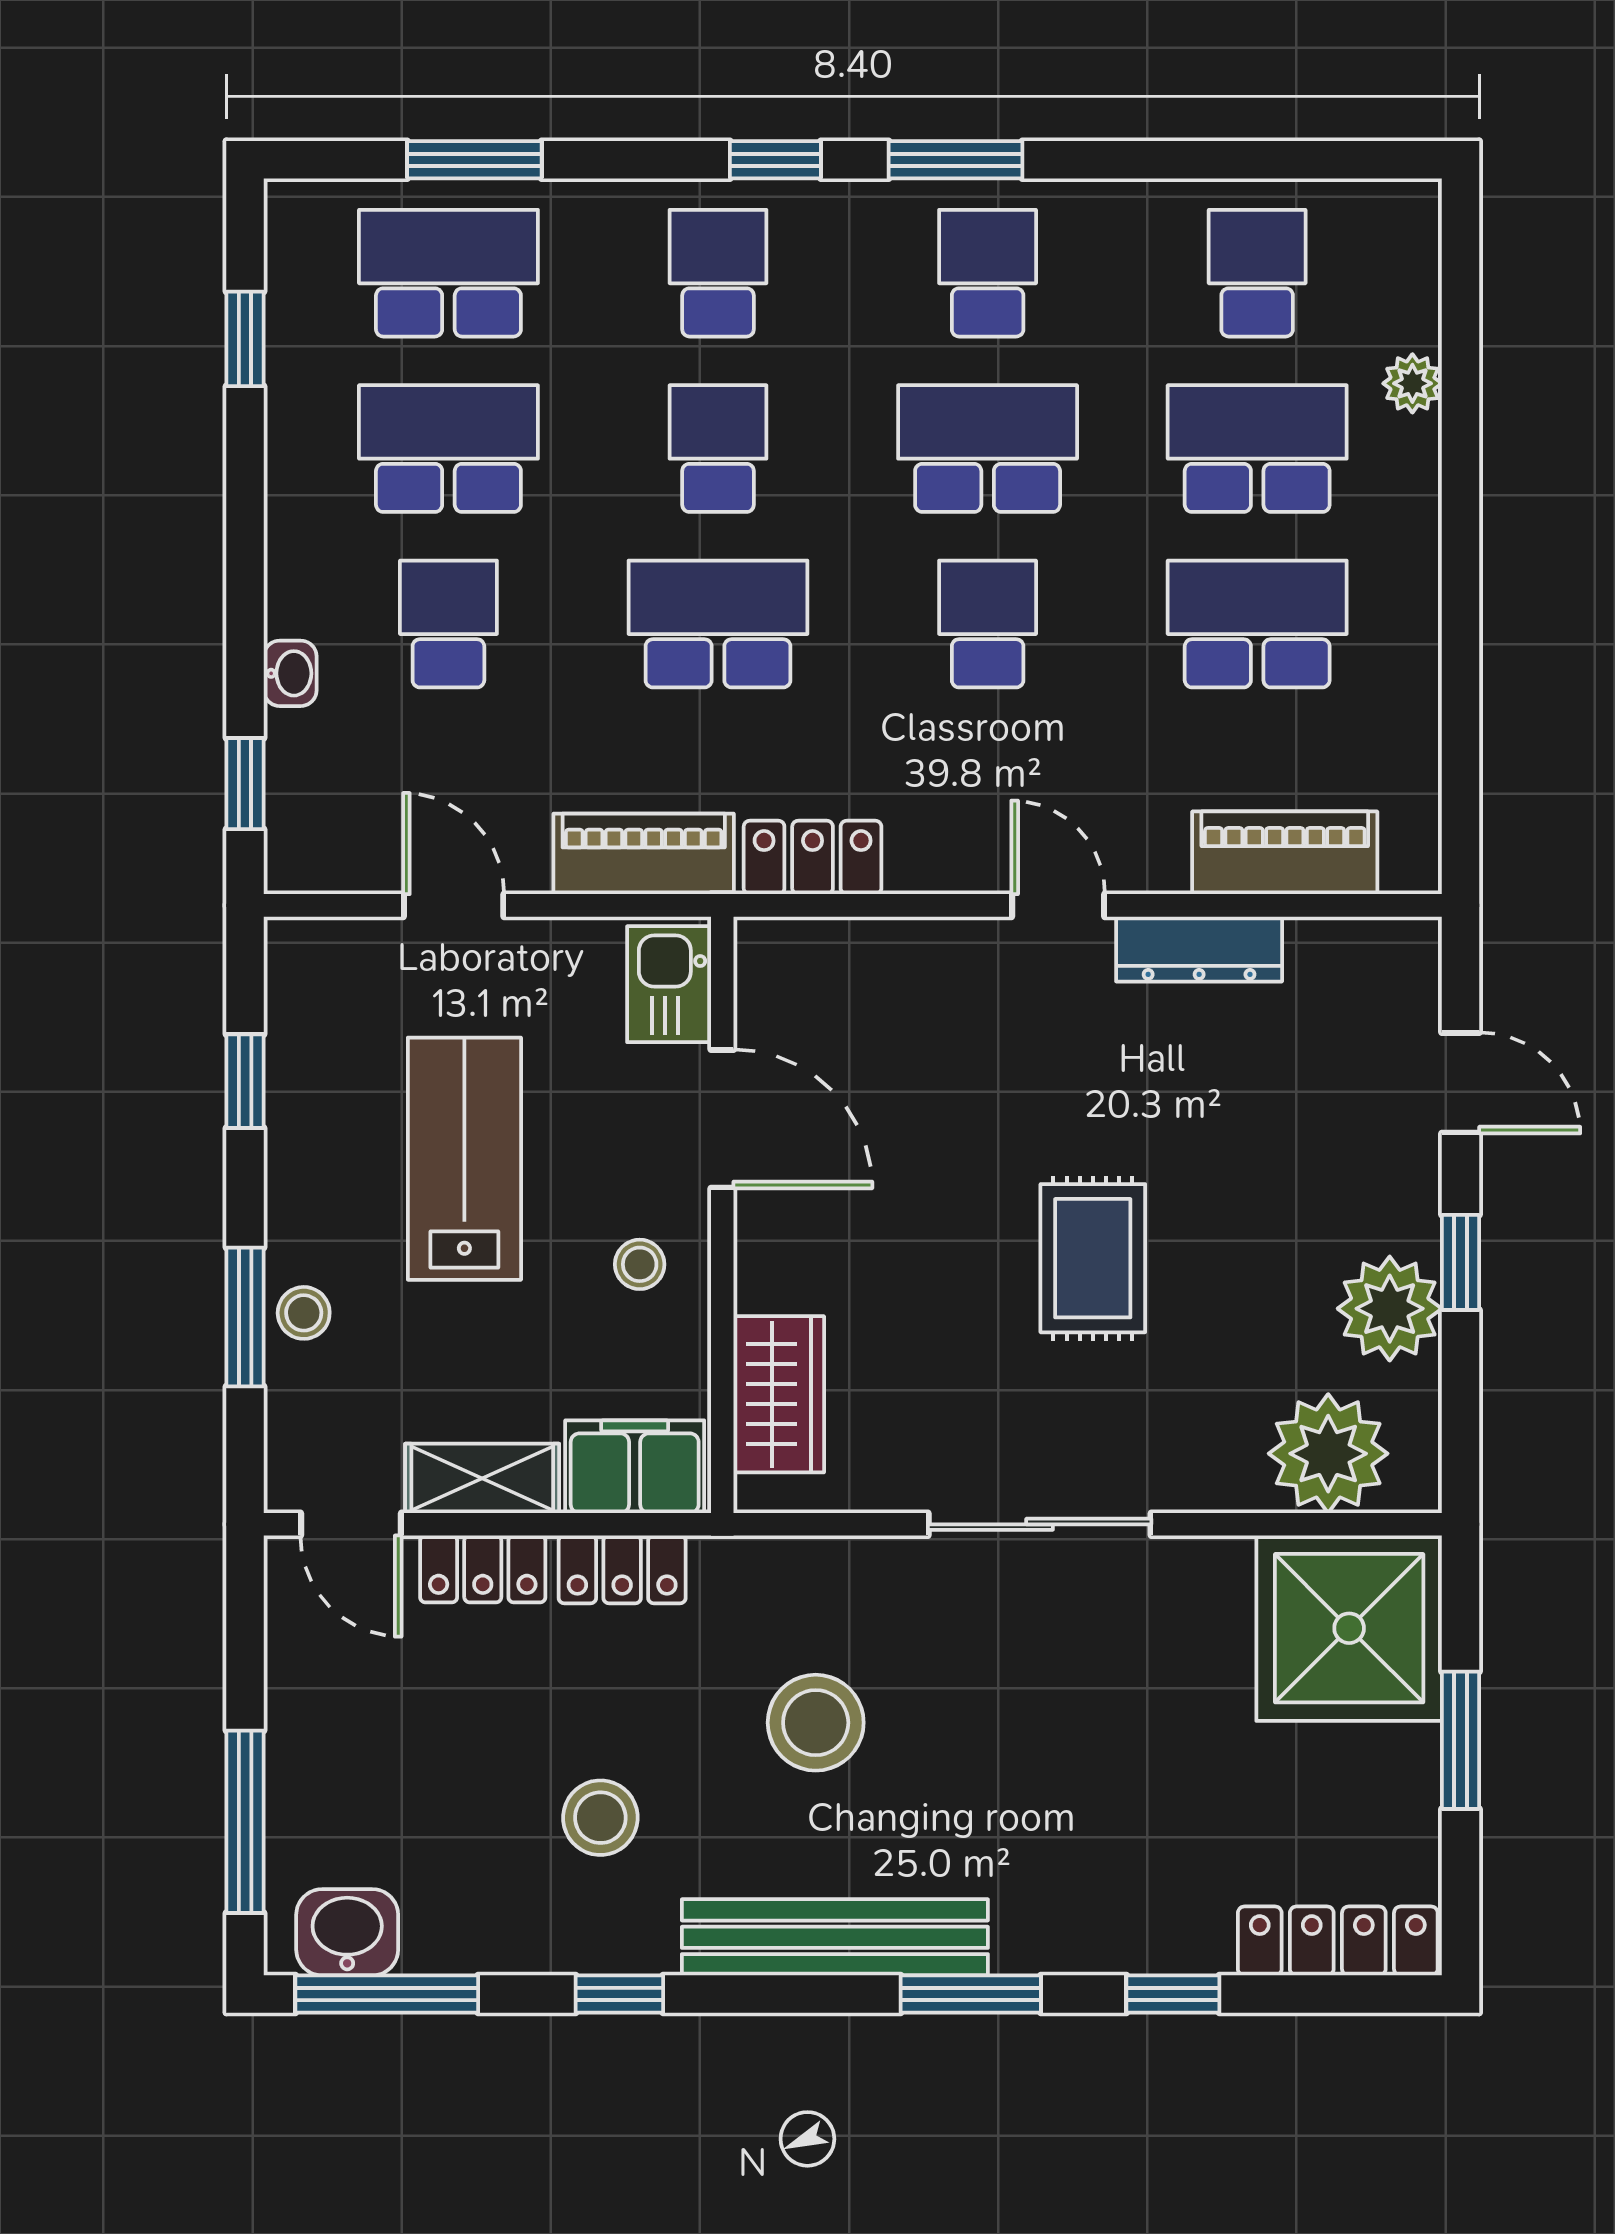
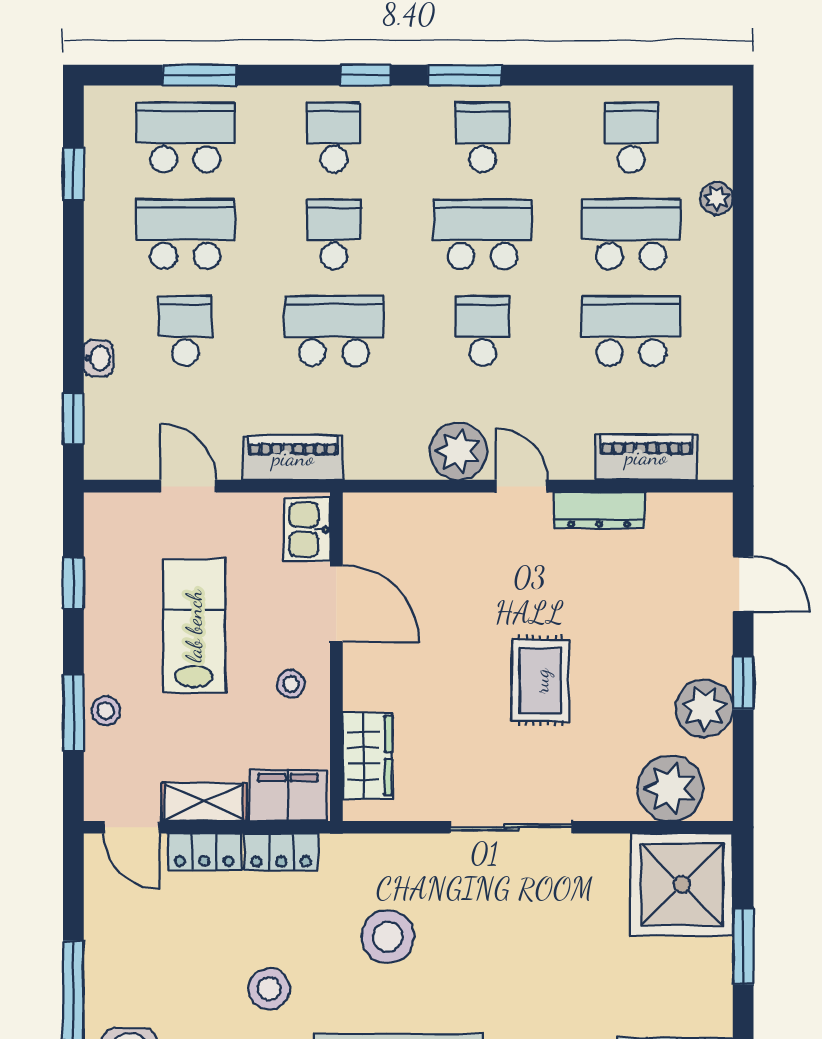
plant: (943, 842) -> (458, 451), added
locker: (813, 857) -> (386, 460), removed

